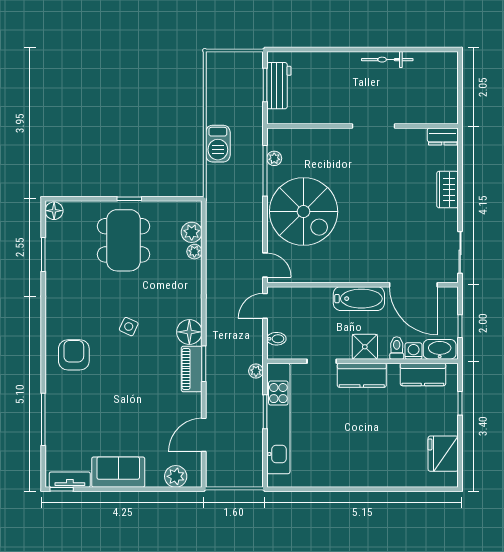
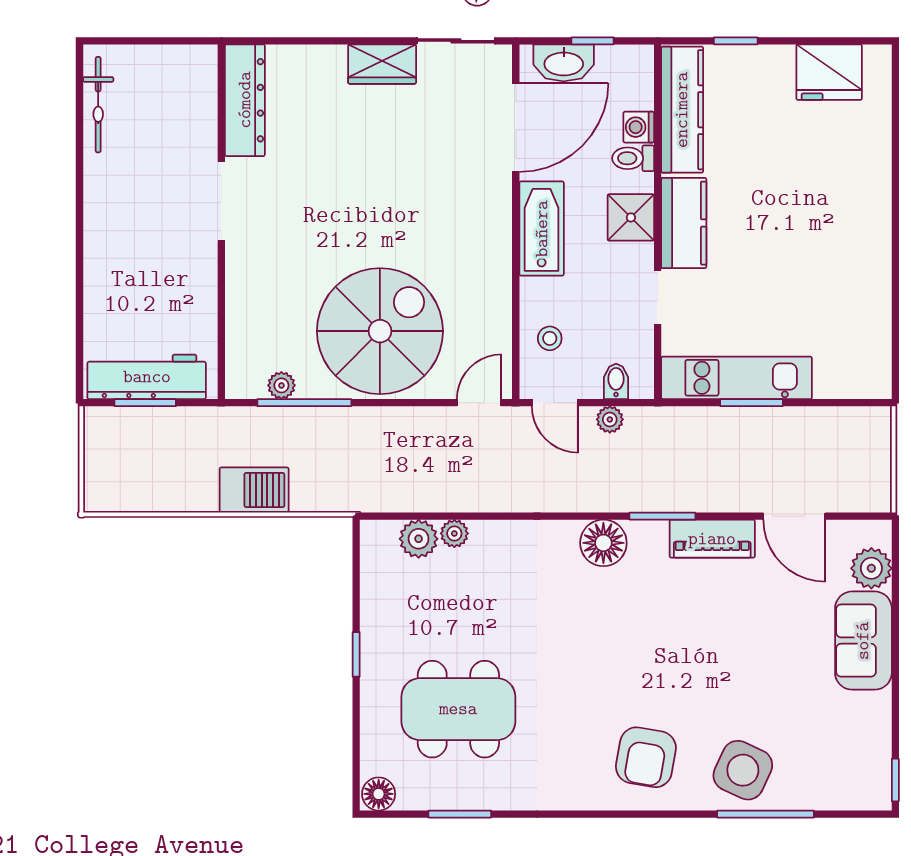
bicycle: (387, 60) -> (98, 105), moved
workbench: (279, 86) -> (147, 377), width x1.37
dresser: (443, 137) -> (245, 100), width x1.96, depth x1.24
wardrobe: (447, 190) -> (382, 64), moved
dining table: (124, 240) -> (458, 709), moved
stool: (300, 303) -> (550, 338), added
side table: (129, 327) -> (743, 770), moved, width x1.87, depth x1.87
washbasin: (440, 349) -> (564, 63), moved, turned -90
armchair: (74, 355) -> (646, 757), turned -80
piano: (192, 369) -> (712, 539), moved
plant: (256, 371) -> (610, 419), moved
kitchen counter: (423, 374) -> (682, 110), width x1.50
kitchen unit: (278, 419) -> (737, 378), width x0.73
sofa: (118, 472) -> (863, 641), moved
tv unit: (70, 480) -> (877, 765), removed

